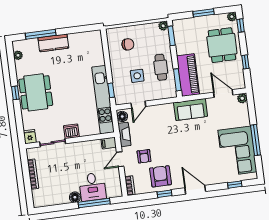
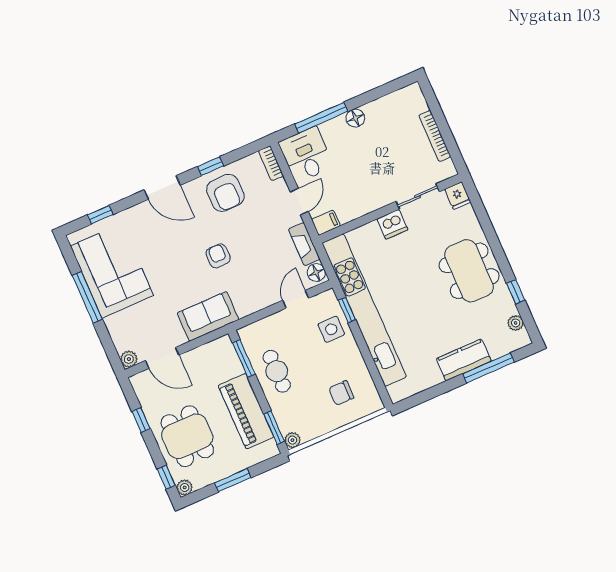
piano: (188, 75) -> (246, 411), moved
side table: (137, 76) -> (331, 329), moved
window: (15, 93) -> (516, 292), moved
kitchen unit: (103, 100) -> (364, 310), width x1.36
armchair: (144, 156) -> (218, 256), moved
desk: (92, 187) -> (306, 155), moved

